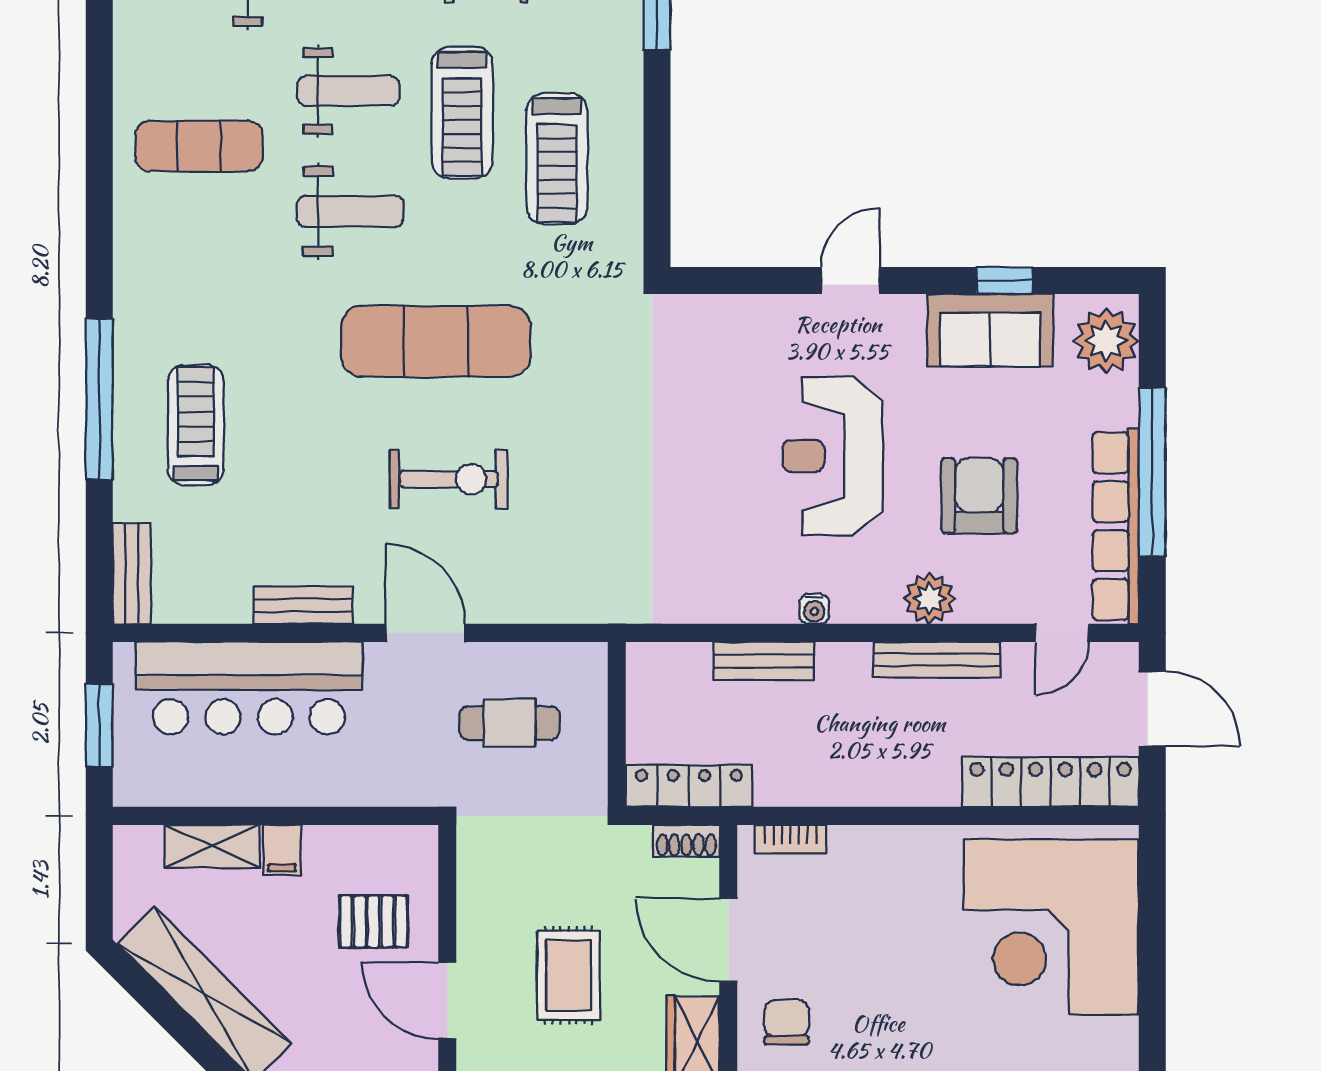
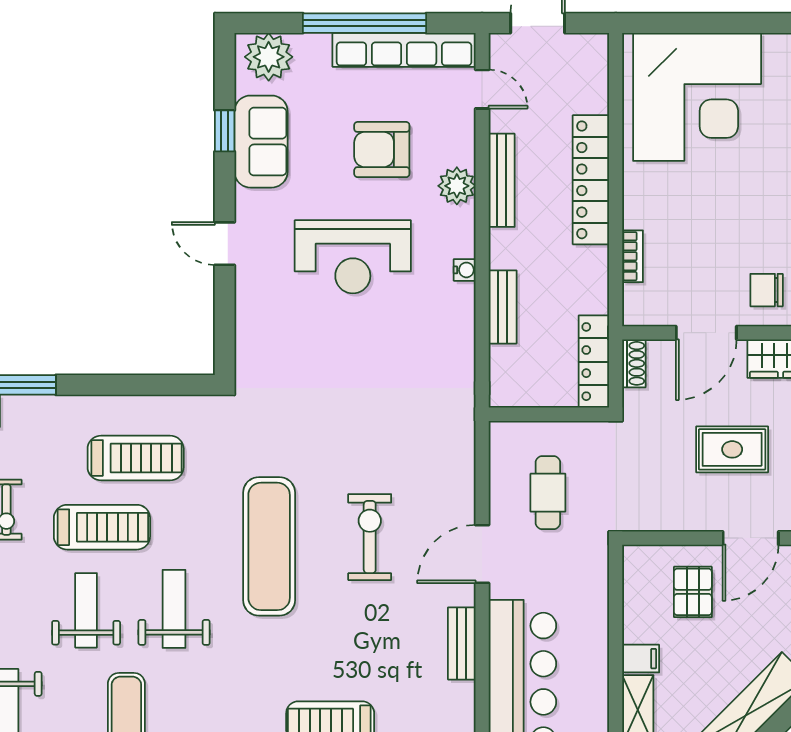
locker: (1050, 782) -> (591, 180), moved
bookcase: (790, 839) -> (633, 256), moved

